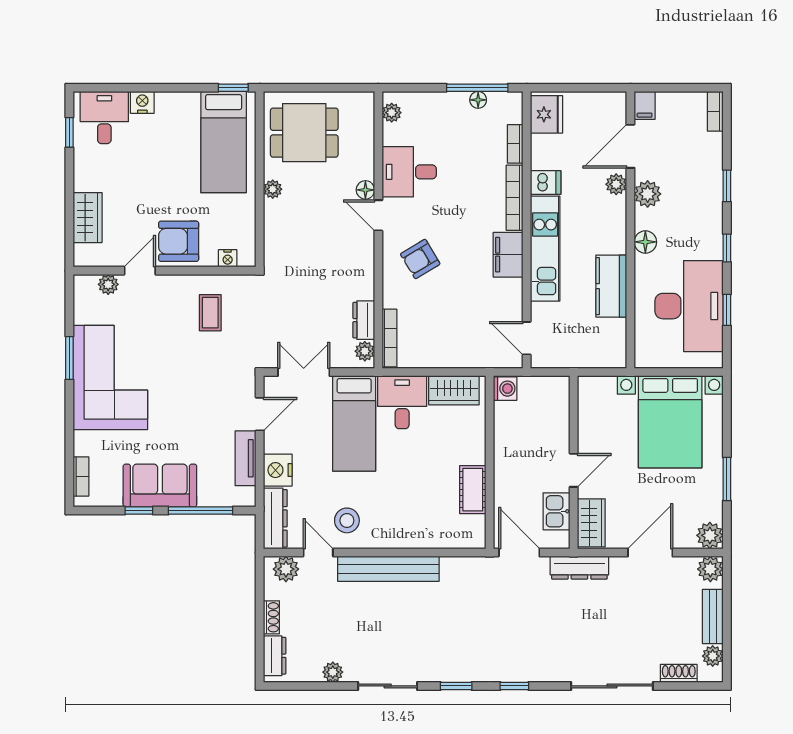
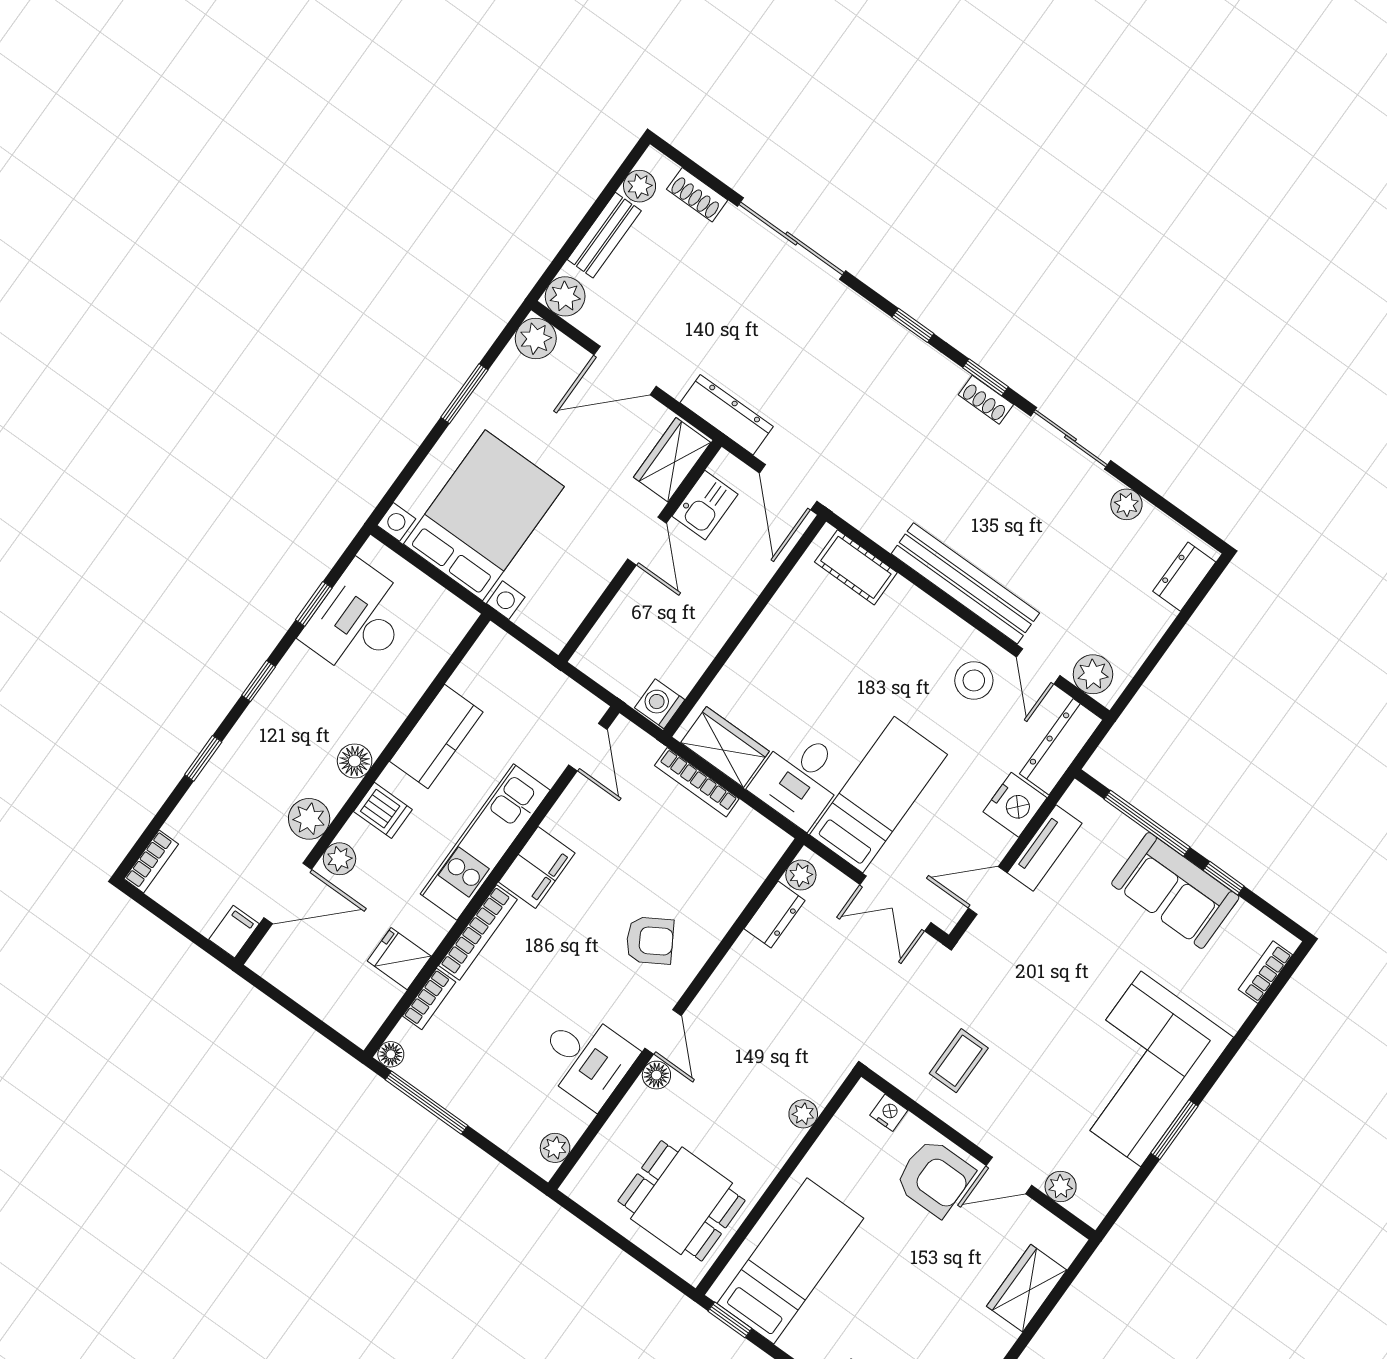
floor lamp: (478, 100) -> (391, 1054), moved
fridge: (546, 114) -> (399, 959), moved, width x0.72
dishwasher: (546, 182) -> (383, 810), moved, turned 180
plant: (273, 189) -> (803, 1114), moved
desk: (689, 306) -> (358, 620), width x0.73, depth x0.77
bookcase: (389, 338) -> (697, 782), moved, turned -90
door: (574, 470) -> (647, 541), swing flipped
cot: (473, 490) -> (856, 567), moved, turned 90
shoe rack: (271, 617) -> (986, 400), moved, turned -90

